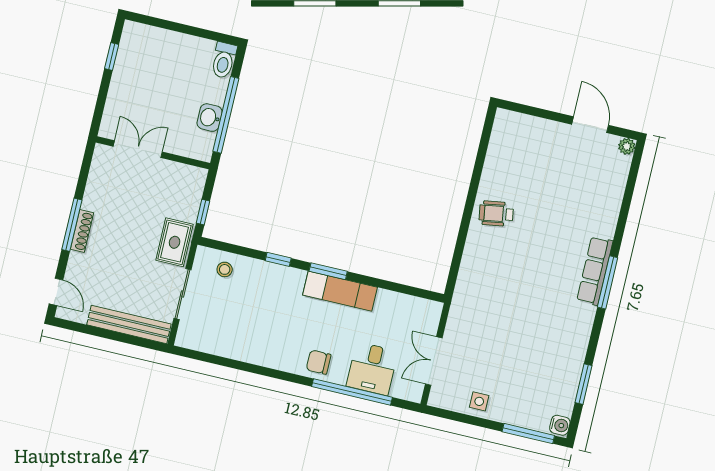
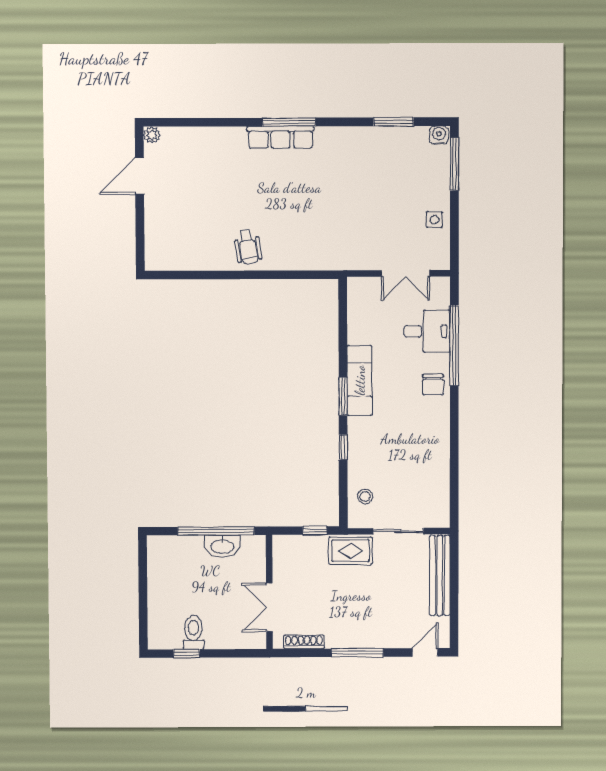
toilet: (224, 60) -> (193, 632), moved, turned -90
washbasin: (210, 118) -> (222, 546), width x1.38
shoe rack: (82, 231) -> (304, 642), moved

